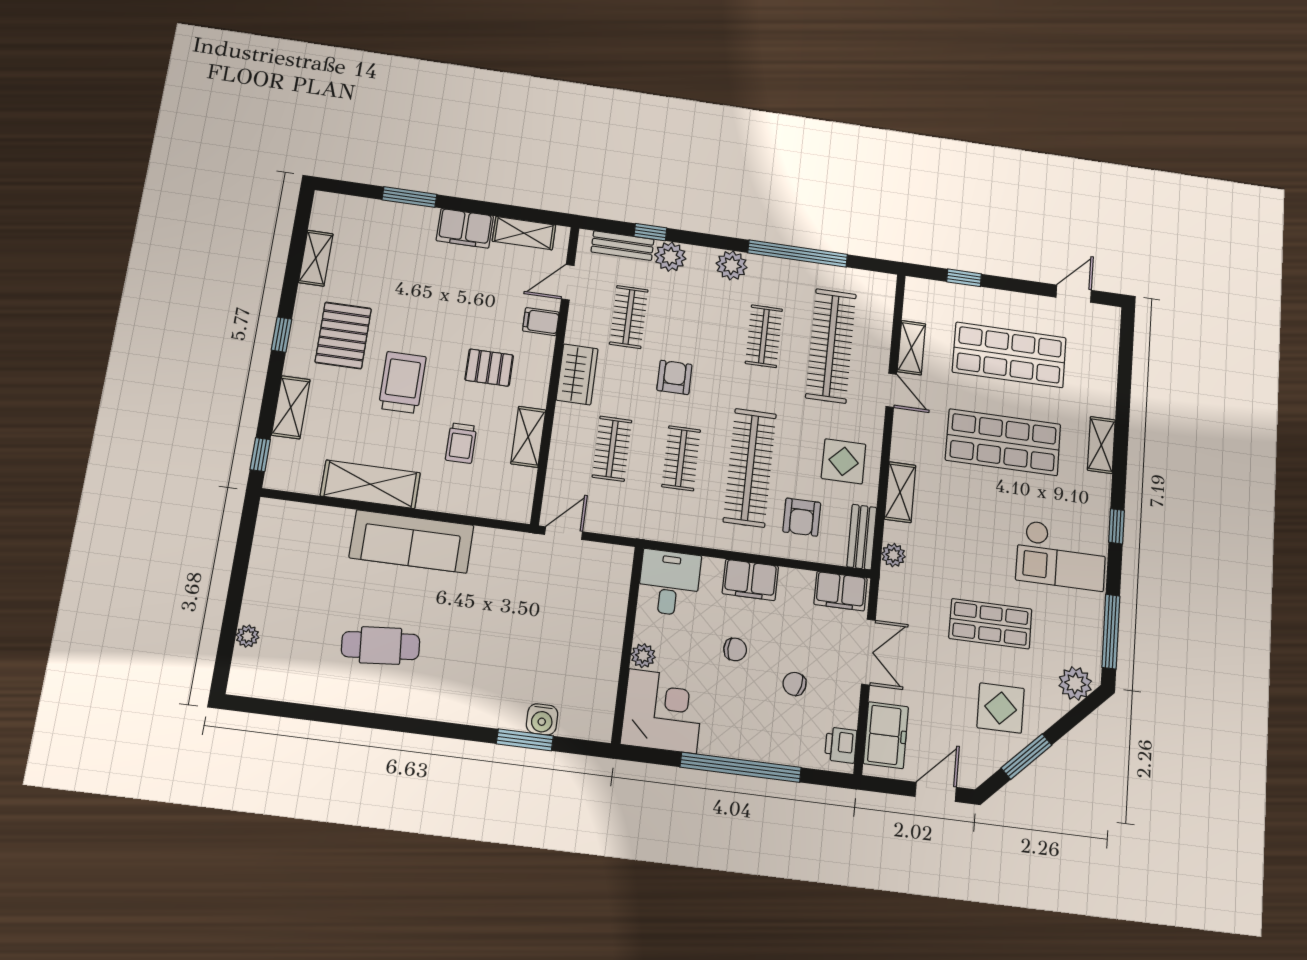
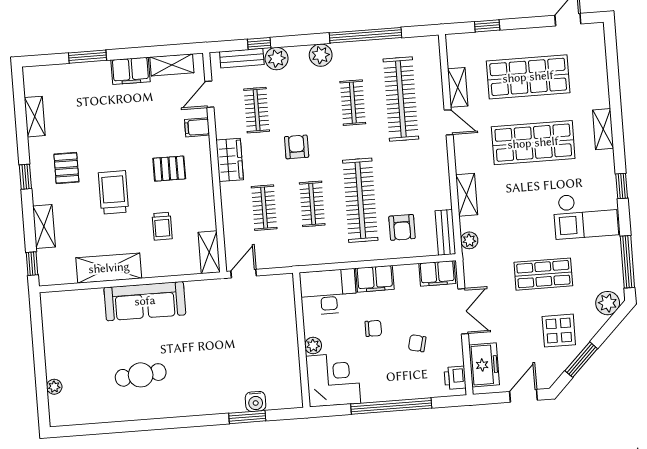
pallet: (343, 335) -> (66, 168), width x0.67, depth x0.71
shelving: (528, 437) -> (209, 252), moved
display table: (844, 461) -> (424, 181), removed
desk: (669, 583) -> (328, 292), width x1.37

